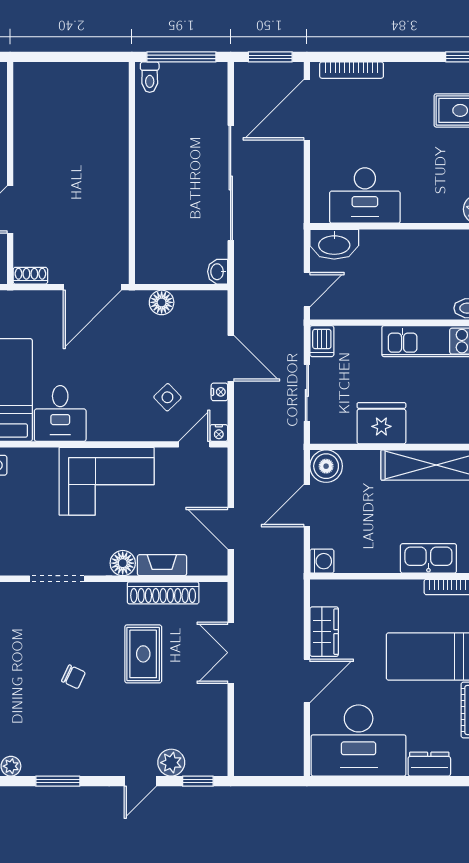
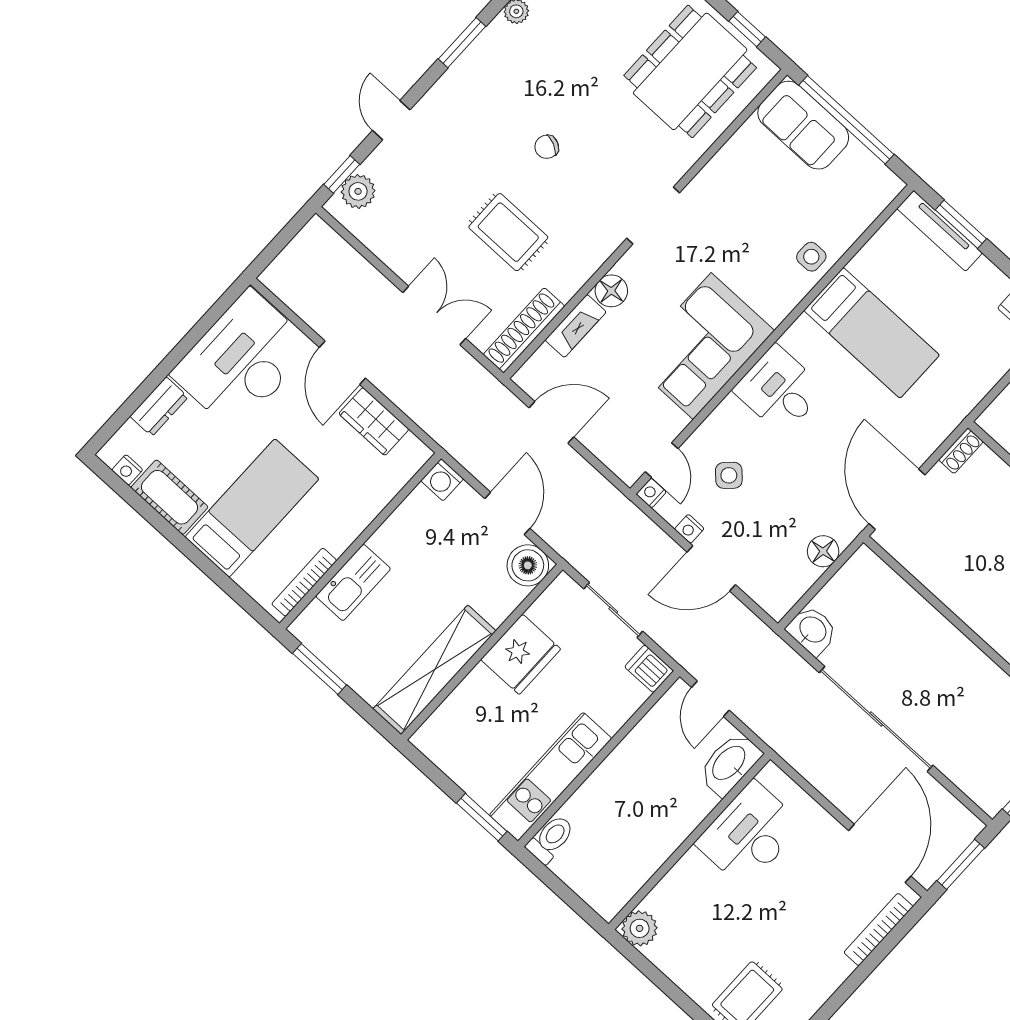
washbasin: (218, 272) -> (812, 630), width x1.38, depth x1.45
desk: (60, 413) -> (779, 390), moved
shoe rack: (163, 593) -> (524, 330), moved
plant: (171, 763) -> (358, 191), moved

